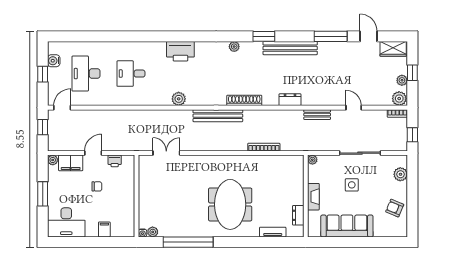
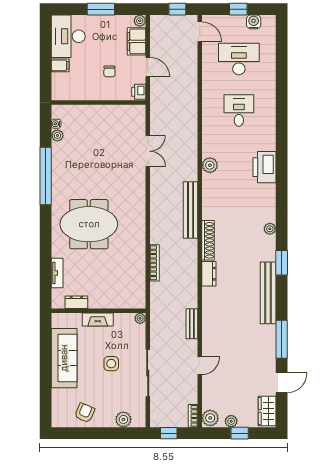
dresser: (290, 100) -> (209, 274), moved
wall: (137, 196) -> (99, 102), moved
filing cabinet: (104, 229) -> (60, 65), moved

